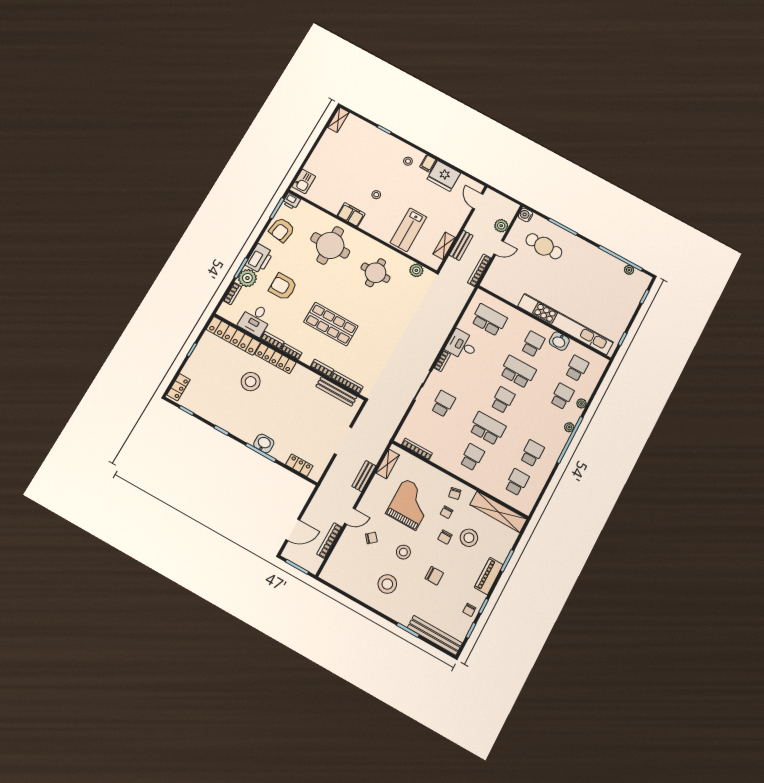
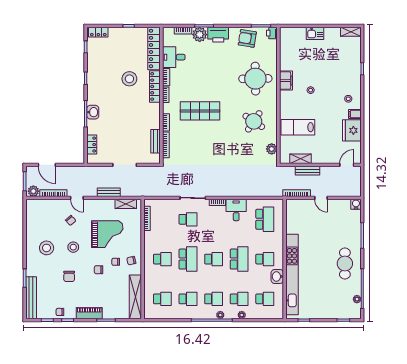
kitchen sink: (304, 181) -> (315, 33), moved
plant: (501, 226) -> (33, 191), moved
cafe table: (544, 246) -> (345, 263), moved
round table: (376, 273) -> (254, 121), turned 34
armchair: (283, 287) -> (207, 63), removed
shop shelf: (331, 324) -> (200, 111), turned 90
bench: (336, 391) -> (155, 141), width x0.73
school desk: (547, 425) -> (214, 299), added
stool: (469, 538) -> (107, 286), removed

